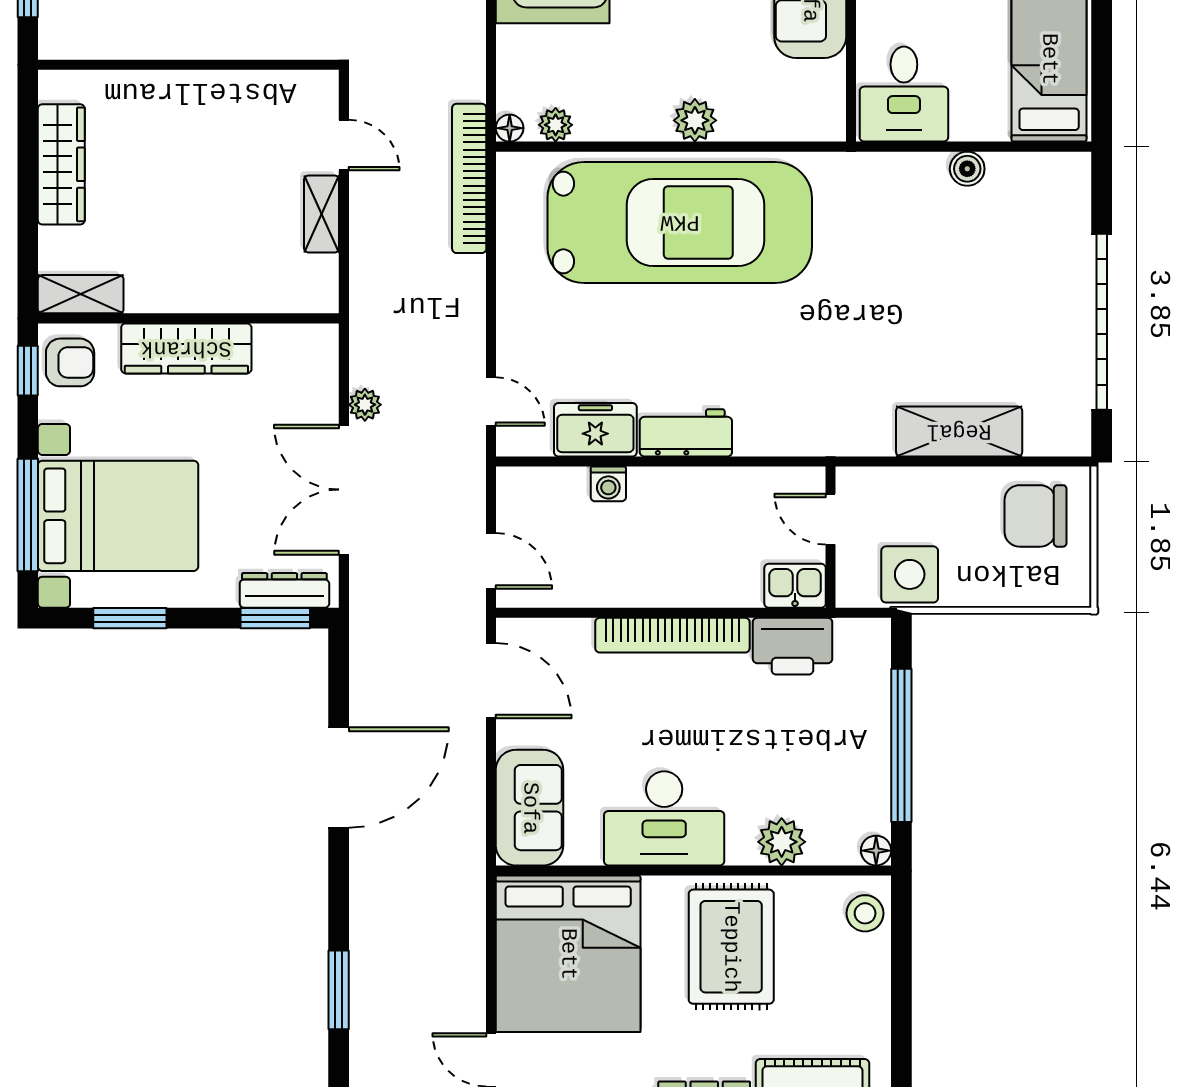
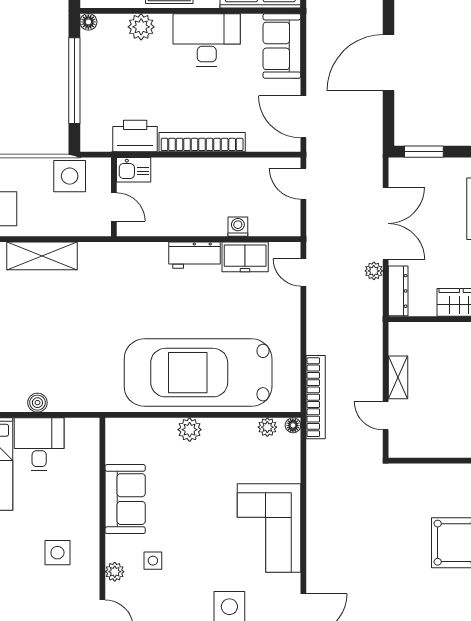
desk: (904, 94) -> (39, 444), moved
dresser: (284, 590) -> (398, 291), moved, turned -90

